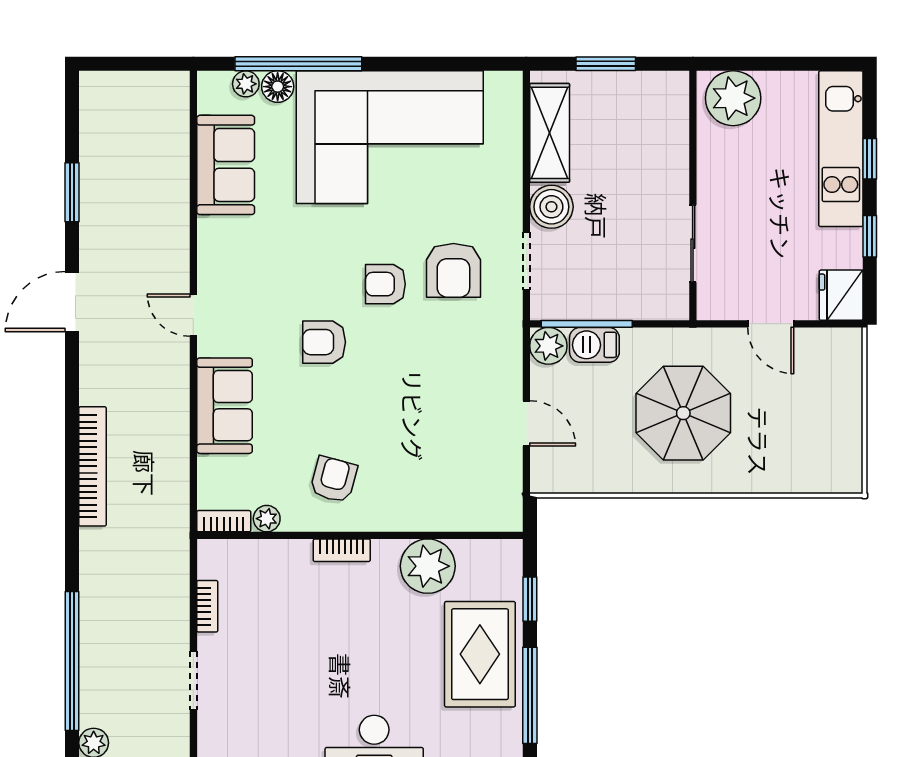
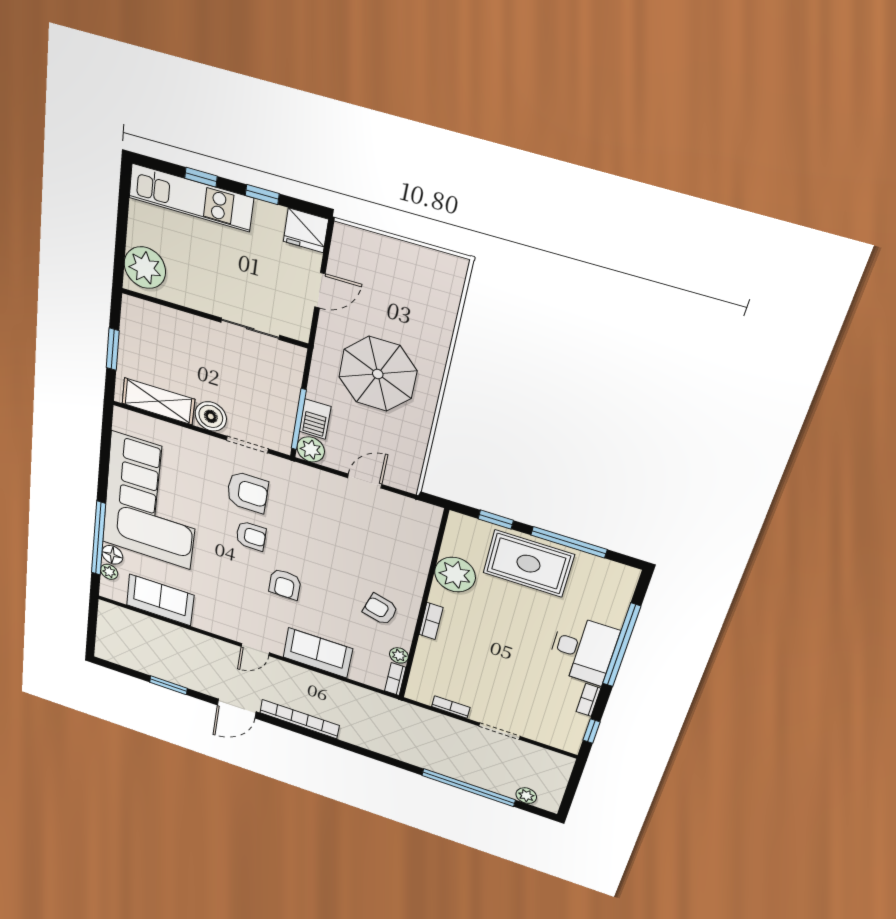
armchair: (385, 284) -> (251, 536), turned -90
door: (72, 302) -> (237, 708), hinge flipped
bookcase: (93, 466) -> (299, 719), moved

